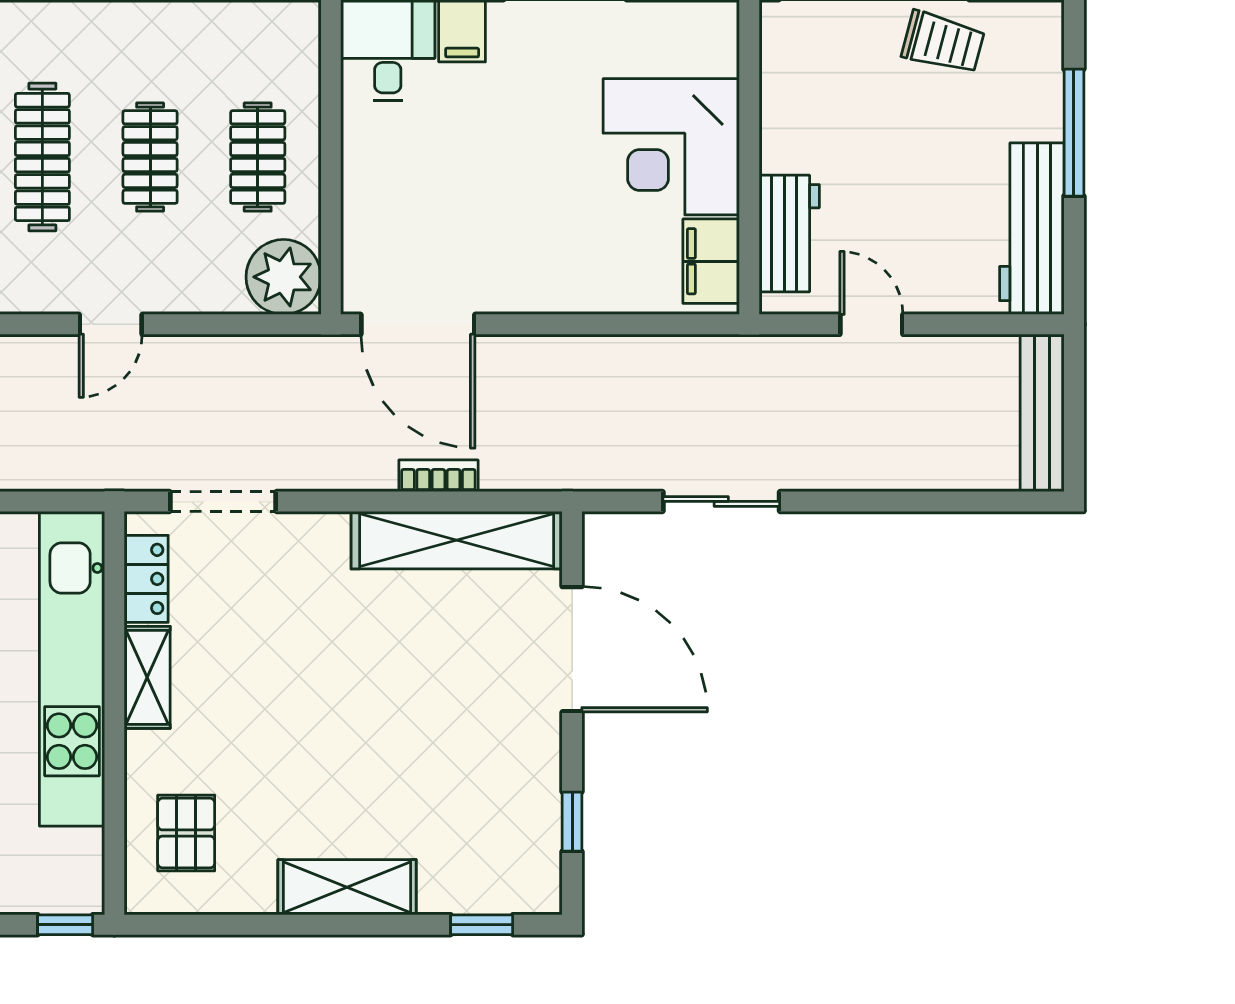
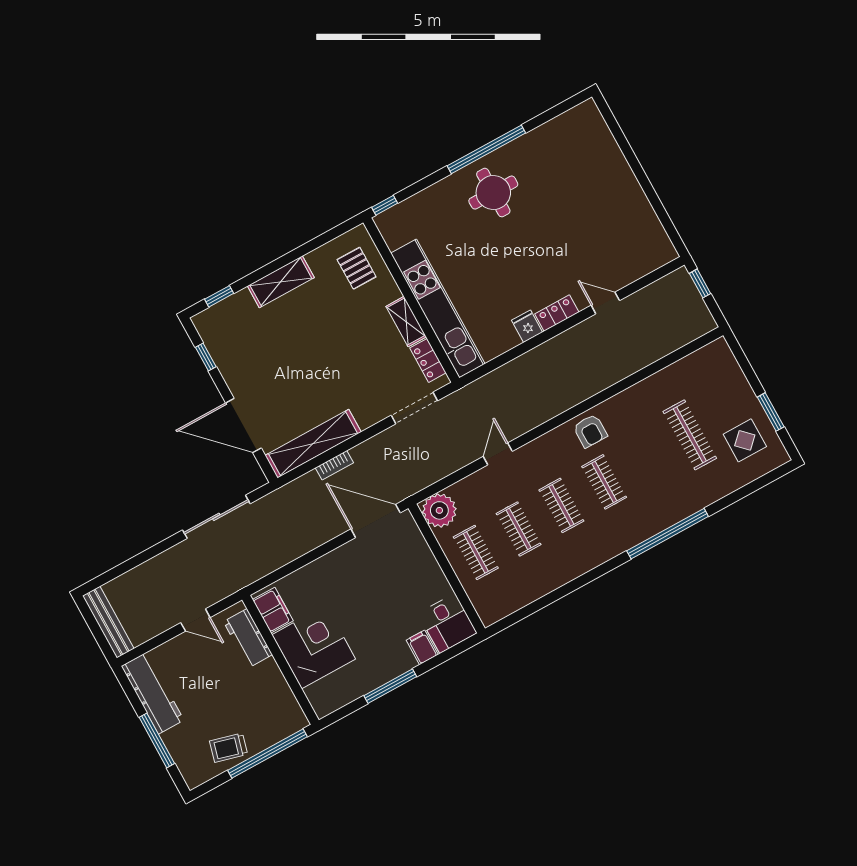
clothes rail: (42, 157) -> (561, 505), width x0.73
sliding door: (721, 501) -> (216, 517), width x1.37

